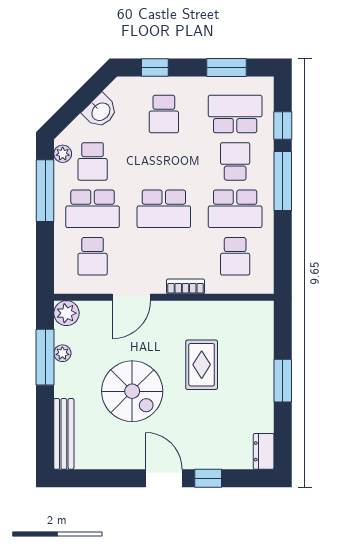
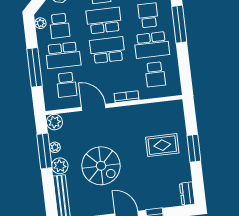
school desk: (164, 161) -> (104, 21), added
window: (45, 191) -> (34, 67), moved
school desk: (164, 209) -> (107, 50), turned 180
door: (131, 297) -> (94, 107), swing flipped
rug: (202, 365) -> (162, 145), moved, turned 90
plant: (67, 384) -> (60, 166), added

